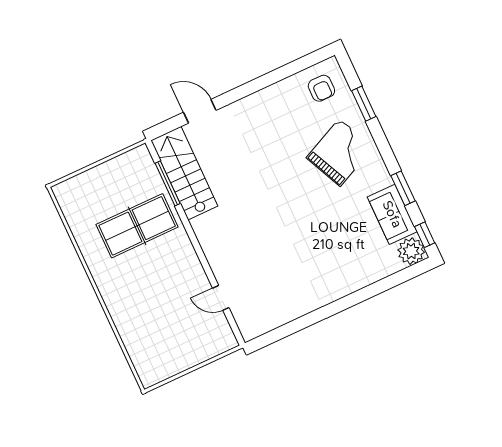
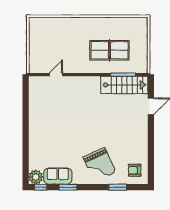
table tennis table: (137, 226) -> (109, 50), turned 90

